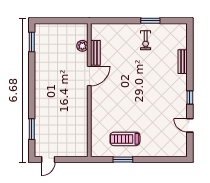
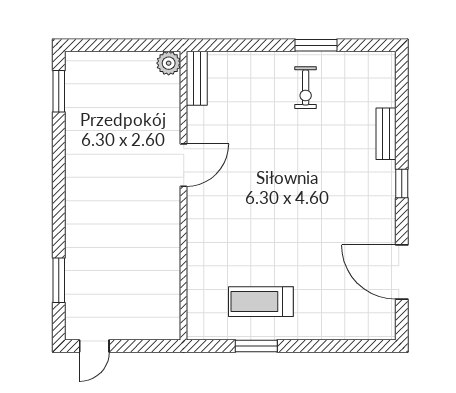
plant: (82, 46) -> (169, 63), moved
bench: (95, 53) -> (197, 78), moved
window: (190, 98) -> (402, 184), moved
door: (190, 125) -> (402, 272), width x1.88

